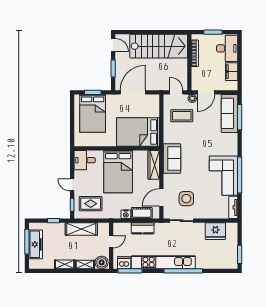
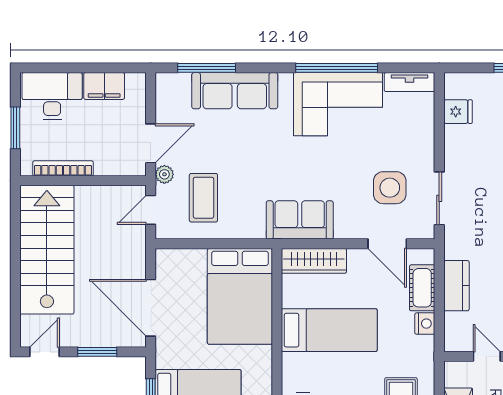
door: (206, 92) -> (151, 143), hinge flipped
sofa: (229, 113) -> (235, 91), moved
bed: (118, 172) -> (329, 330), width x0.67
fridge: (215, 231) -> (458, 112), width x0.53, depth x0.75

